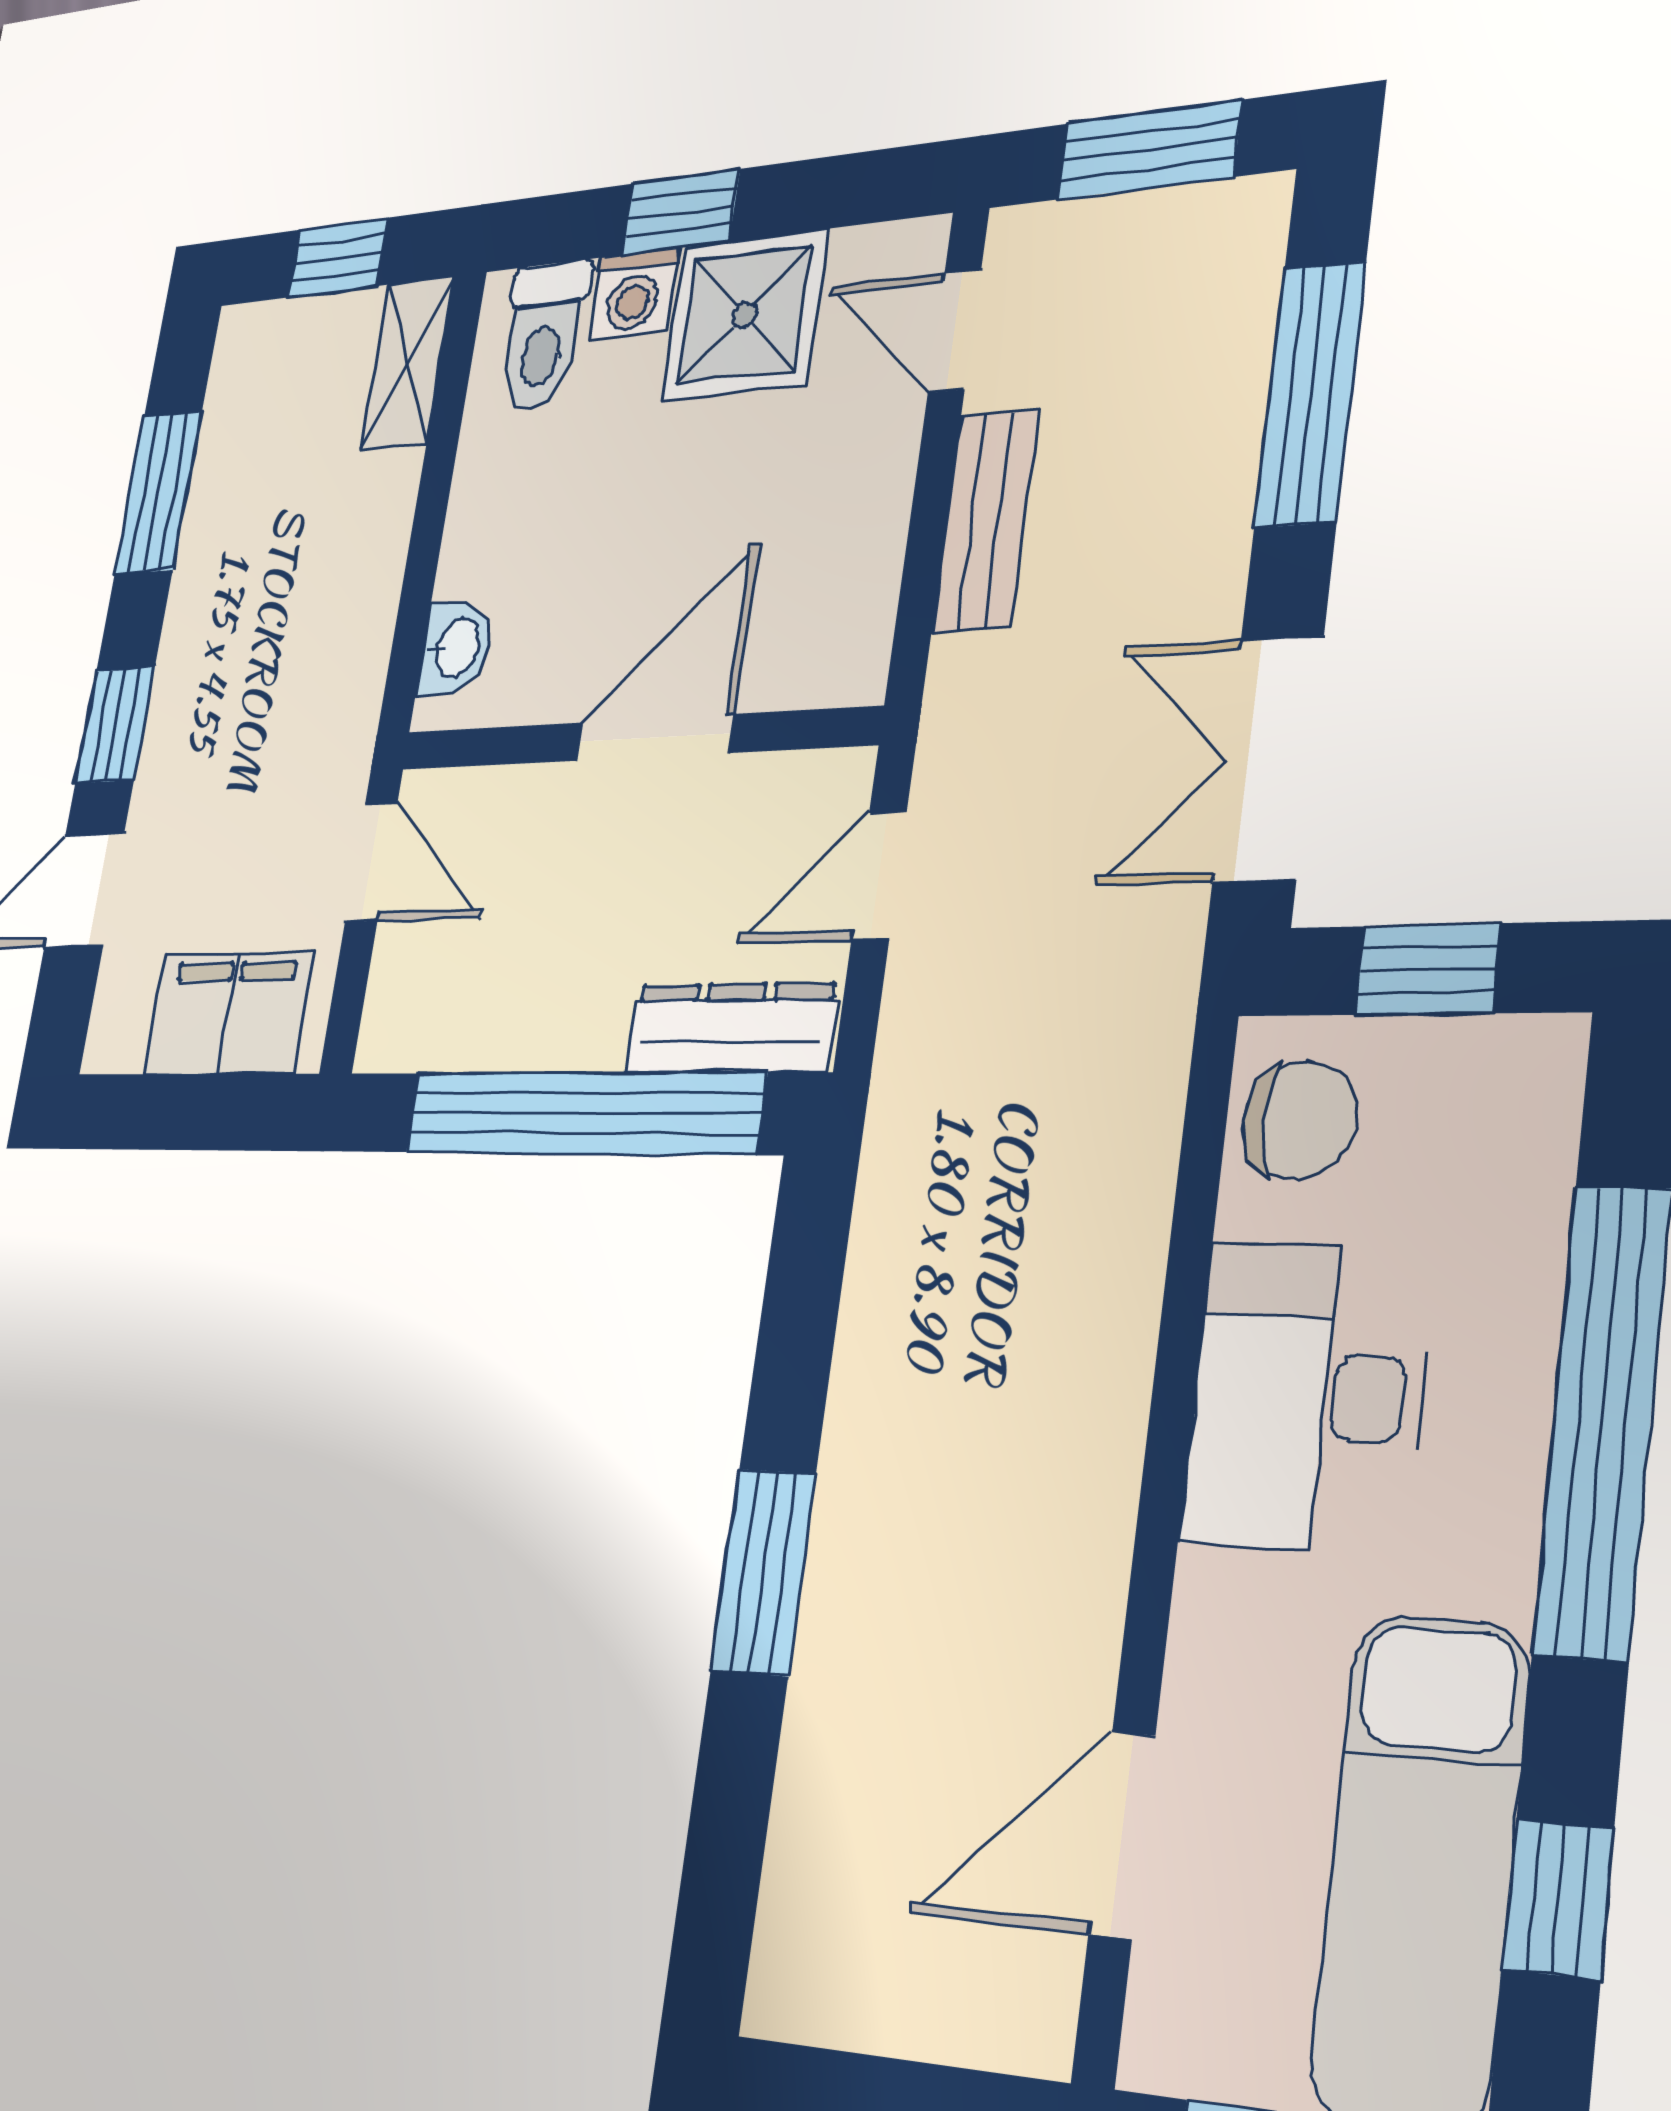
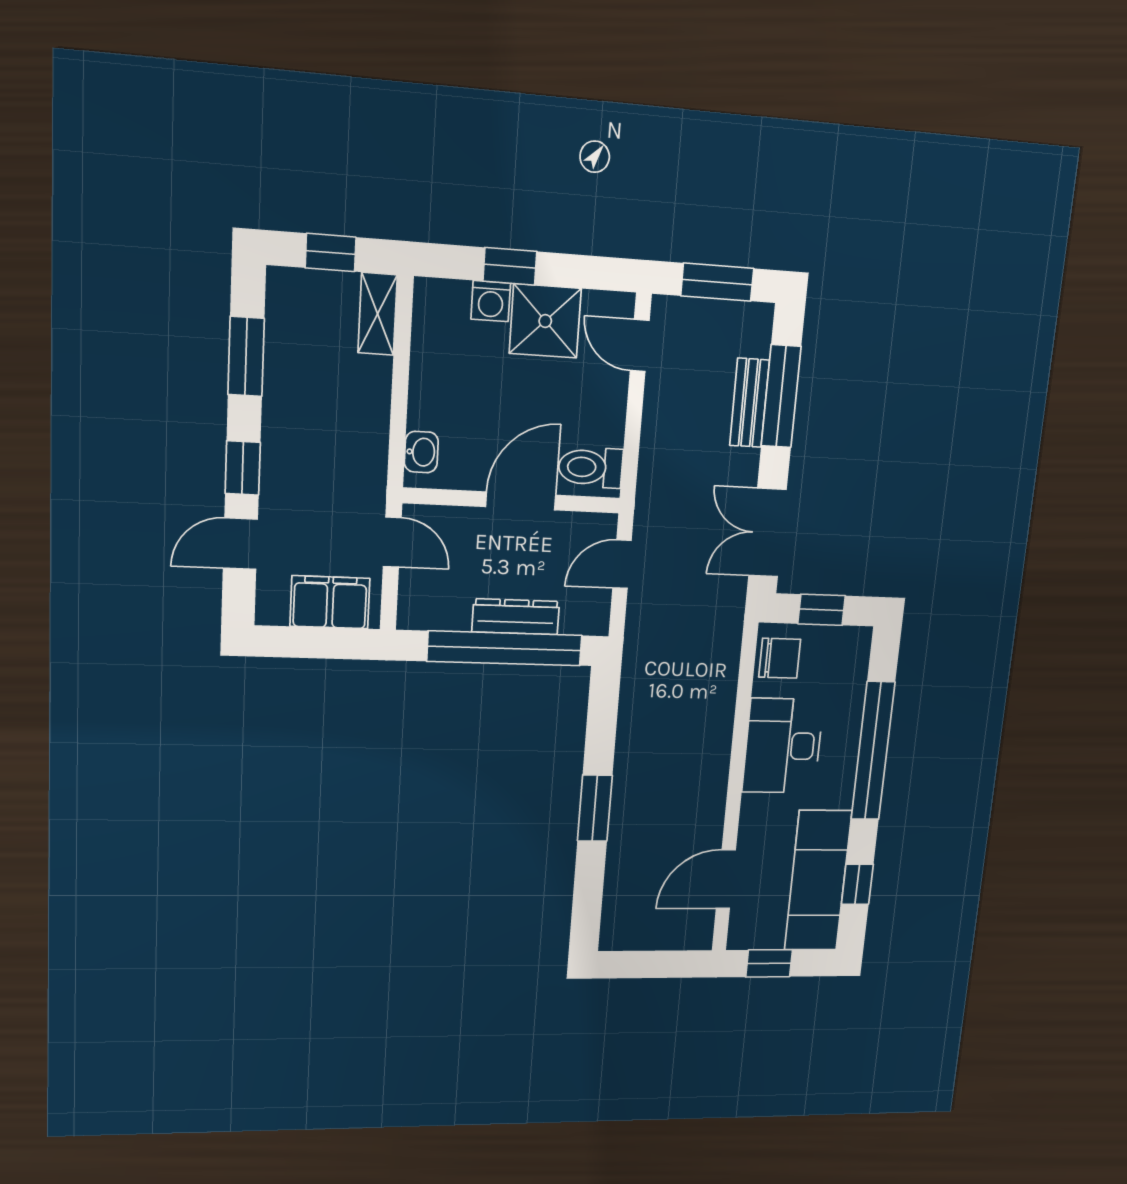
toilet: (544, 336) -> (591, 467), moved, turned 90
bench: (986, 521) -> (749, 403), moved
dresser: (731, 1028) -> (516, 617), moved

